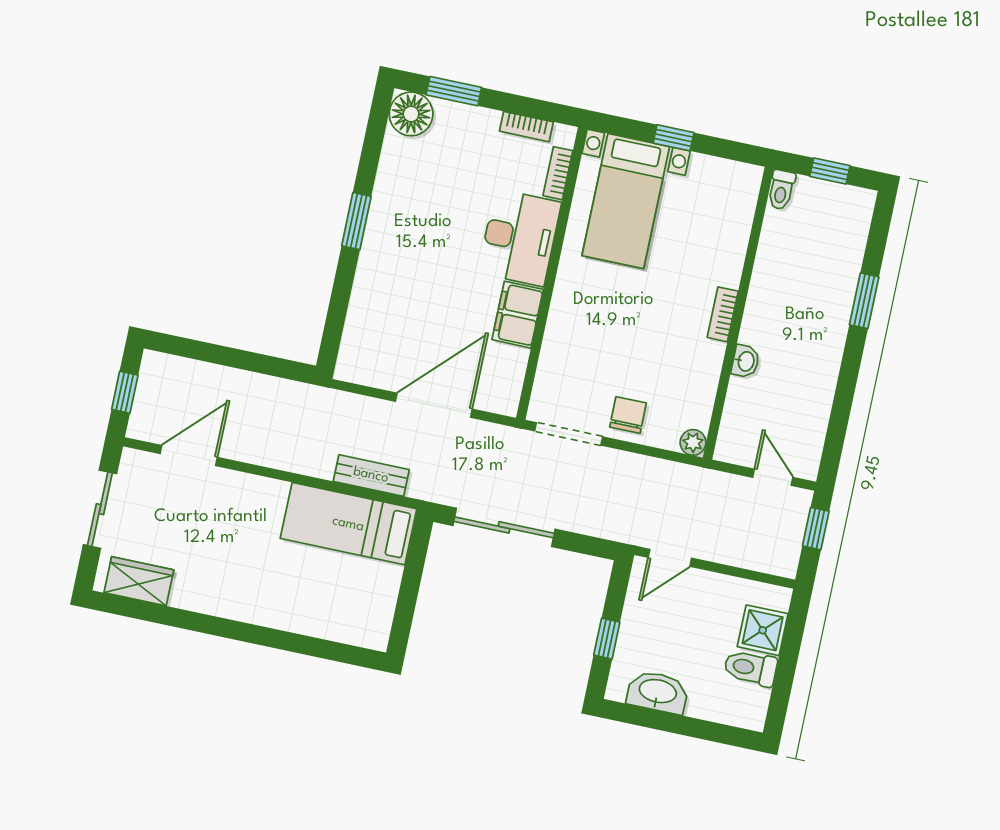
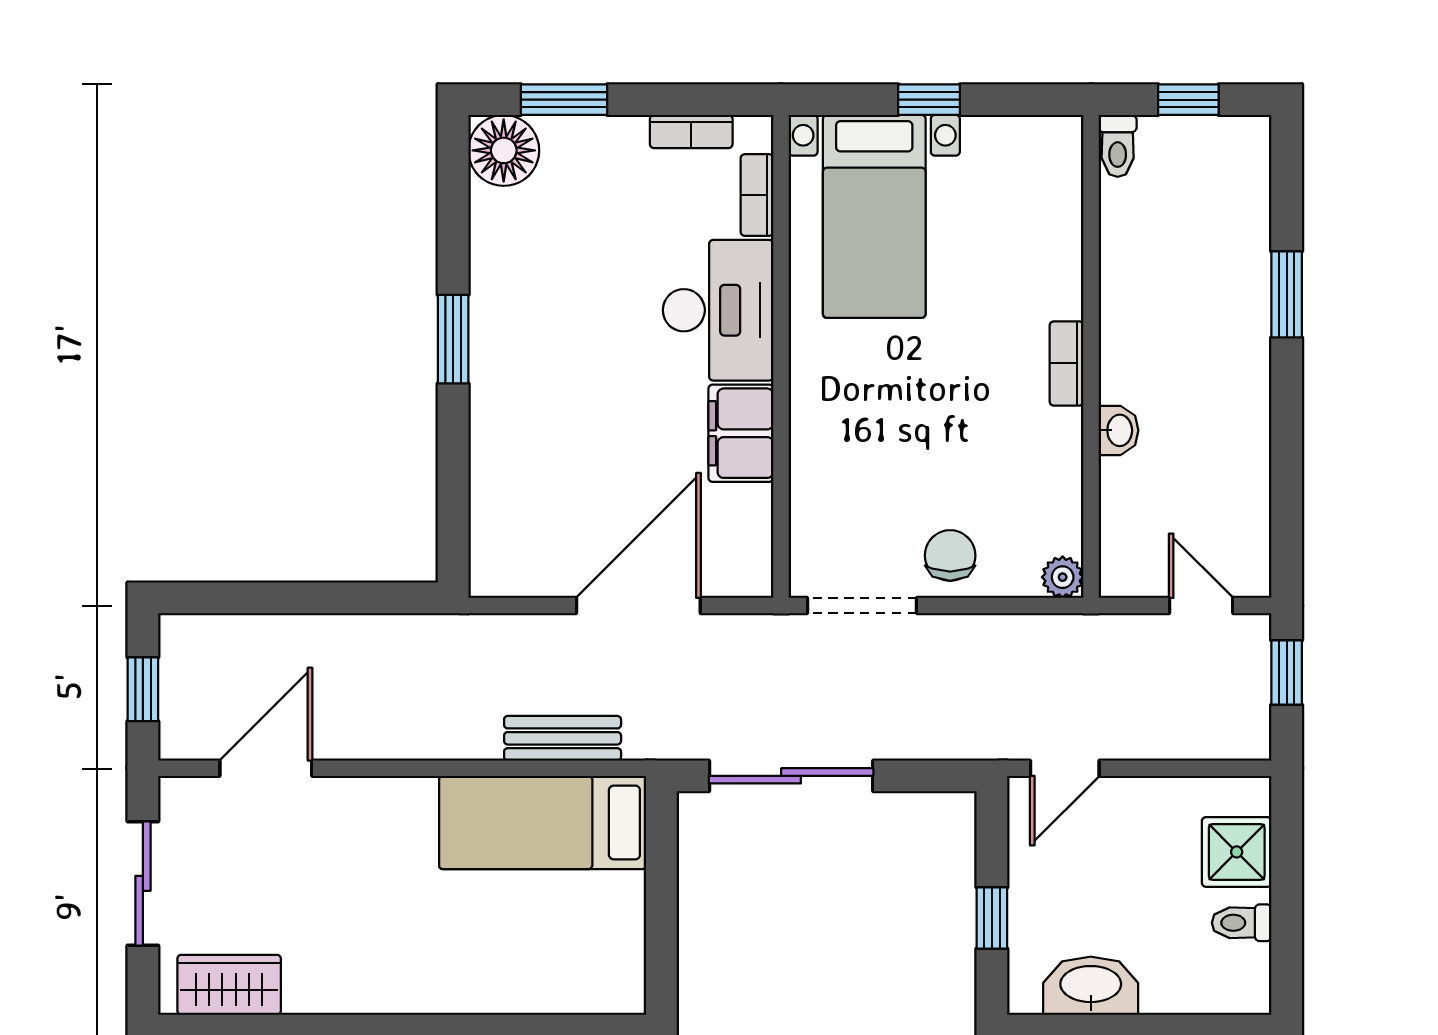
toilet: (751, 668) -> (1242, 923), width x0.73, depth x0.72

